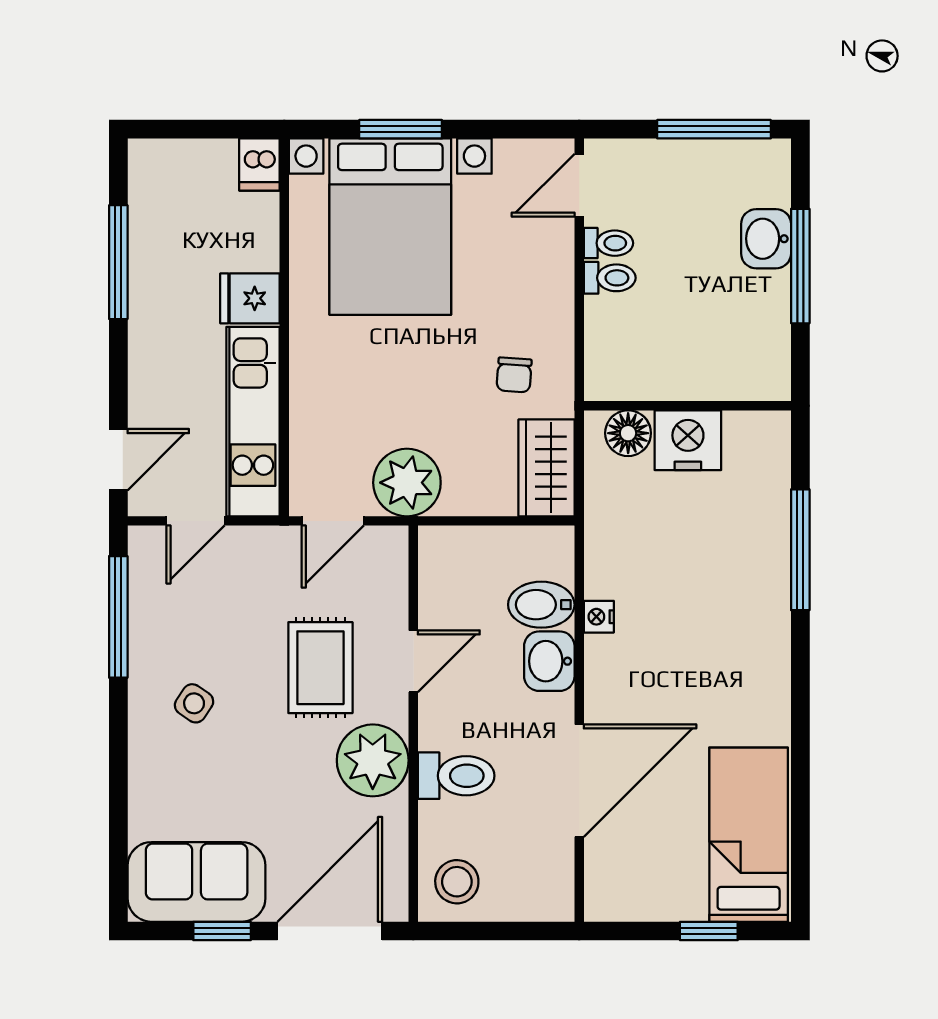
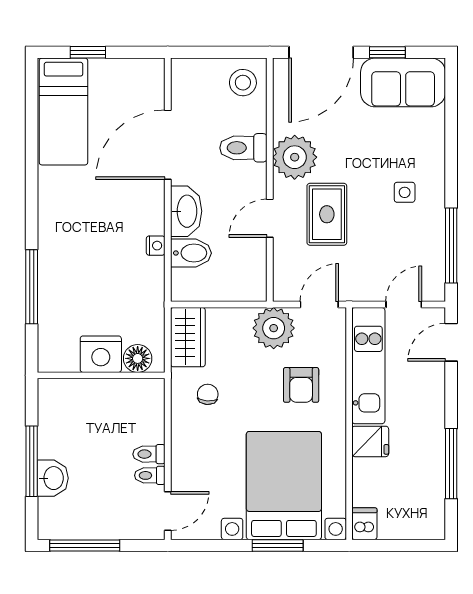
armchair: (362, 390) -> (301, 385), added
washbasin: (549, 661) -> (186, 211), width x1.38
side table: (194, 703) -> (405, 192), turned -34

